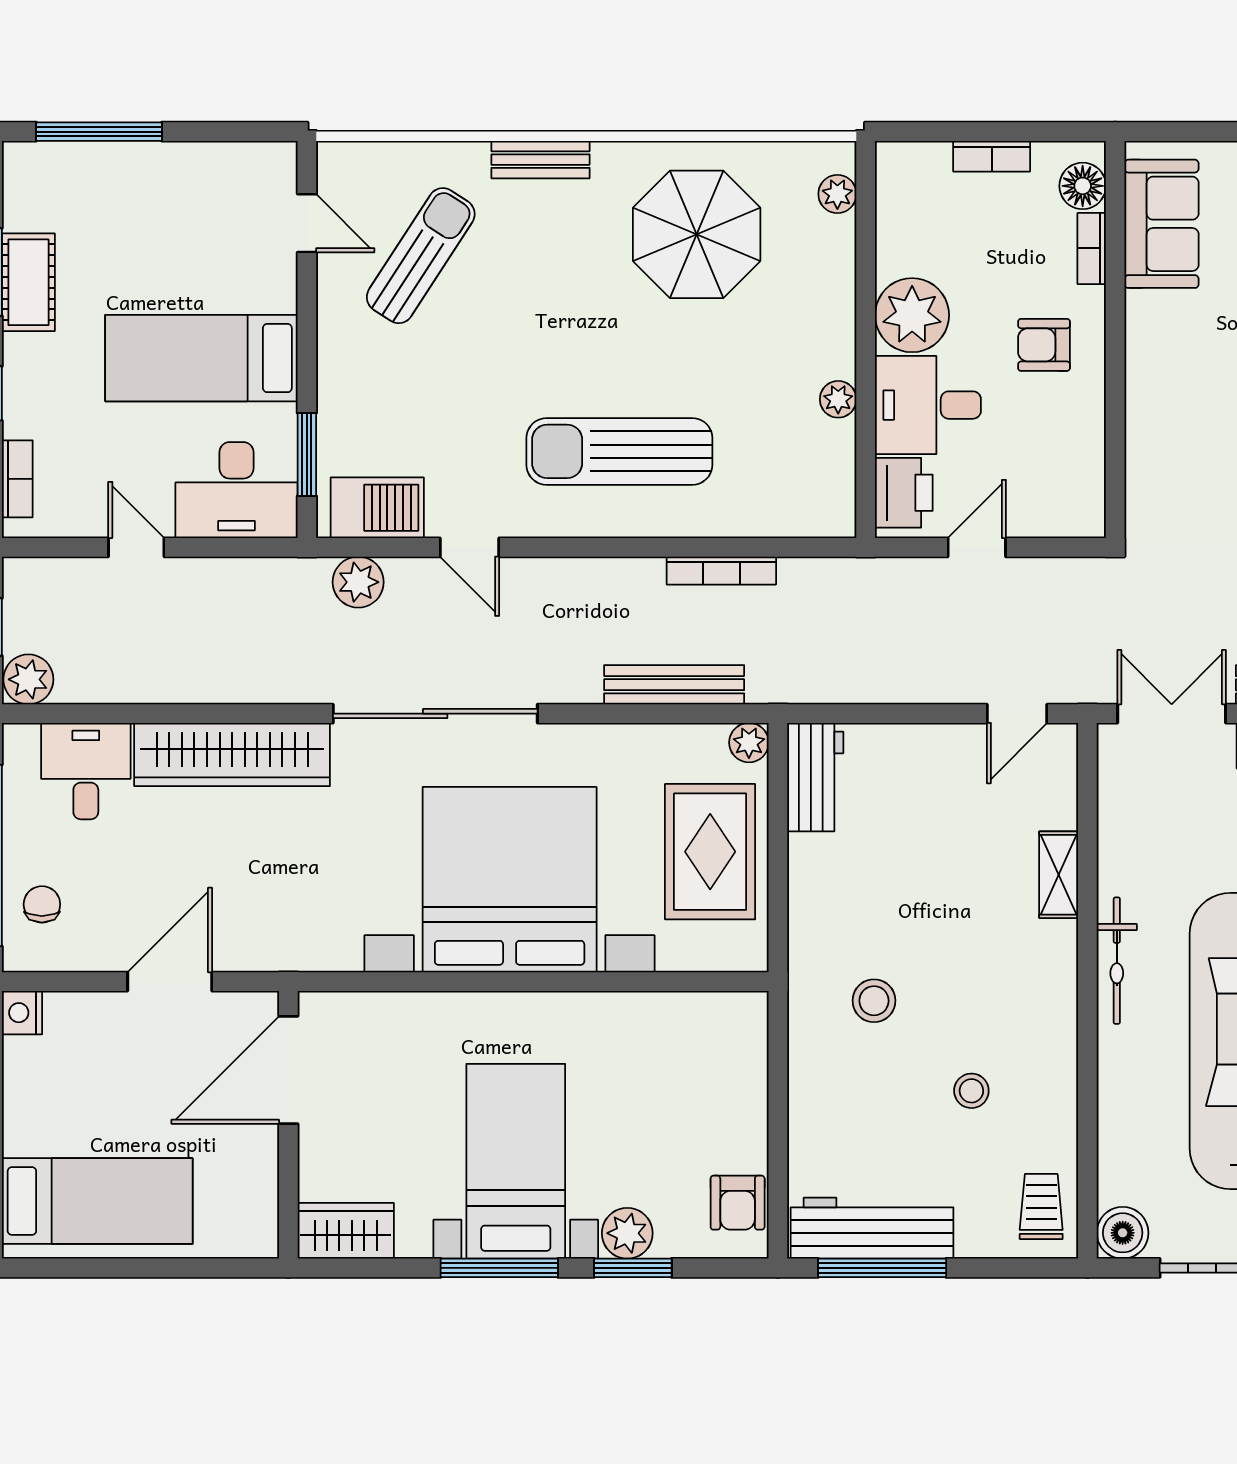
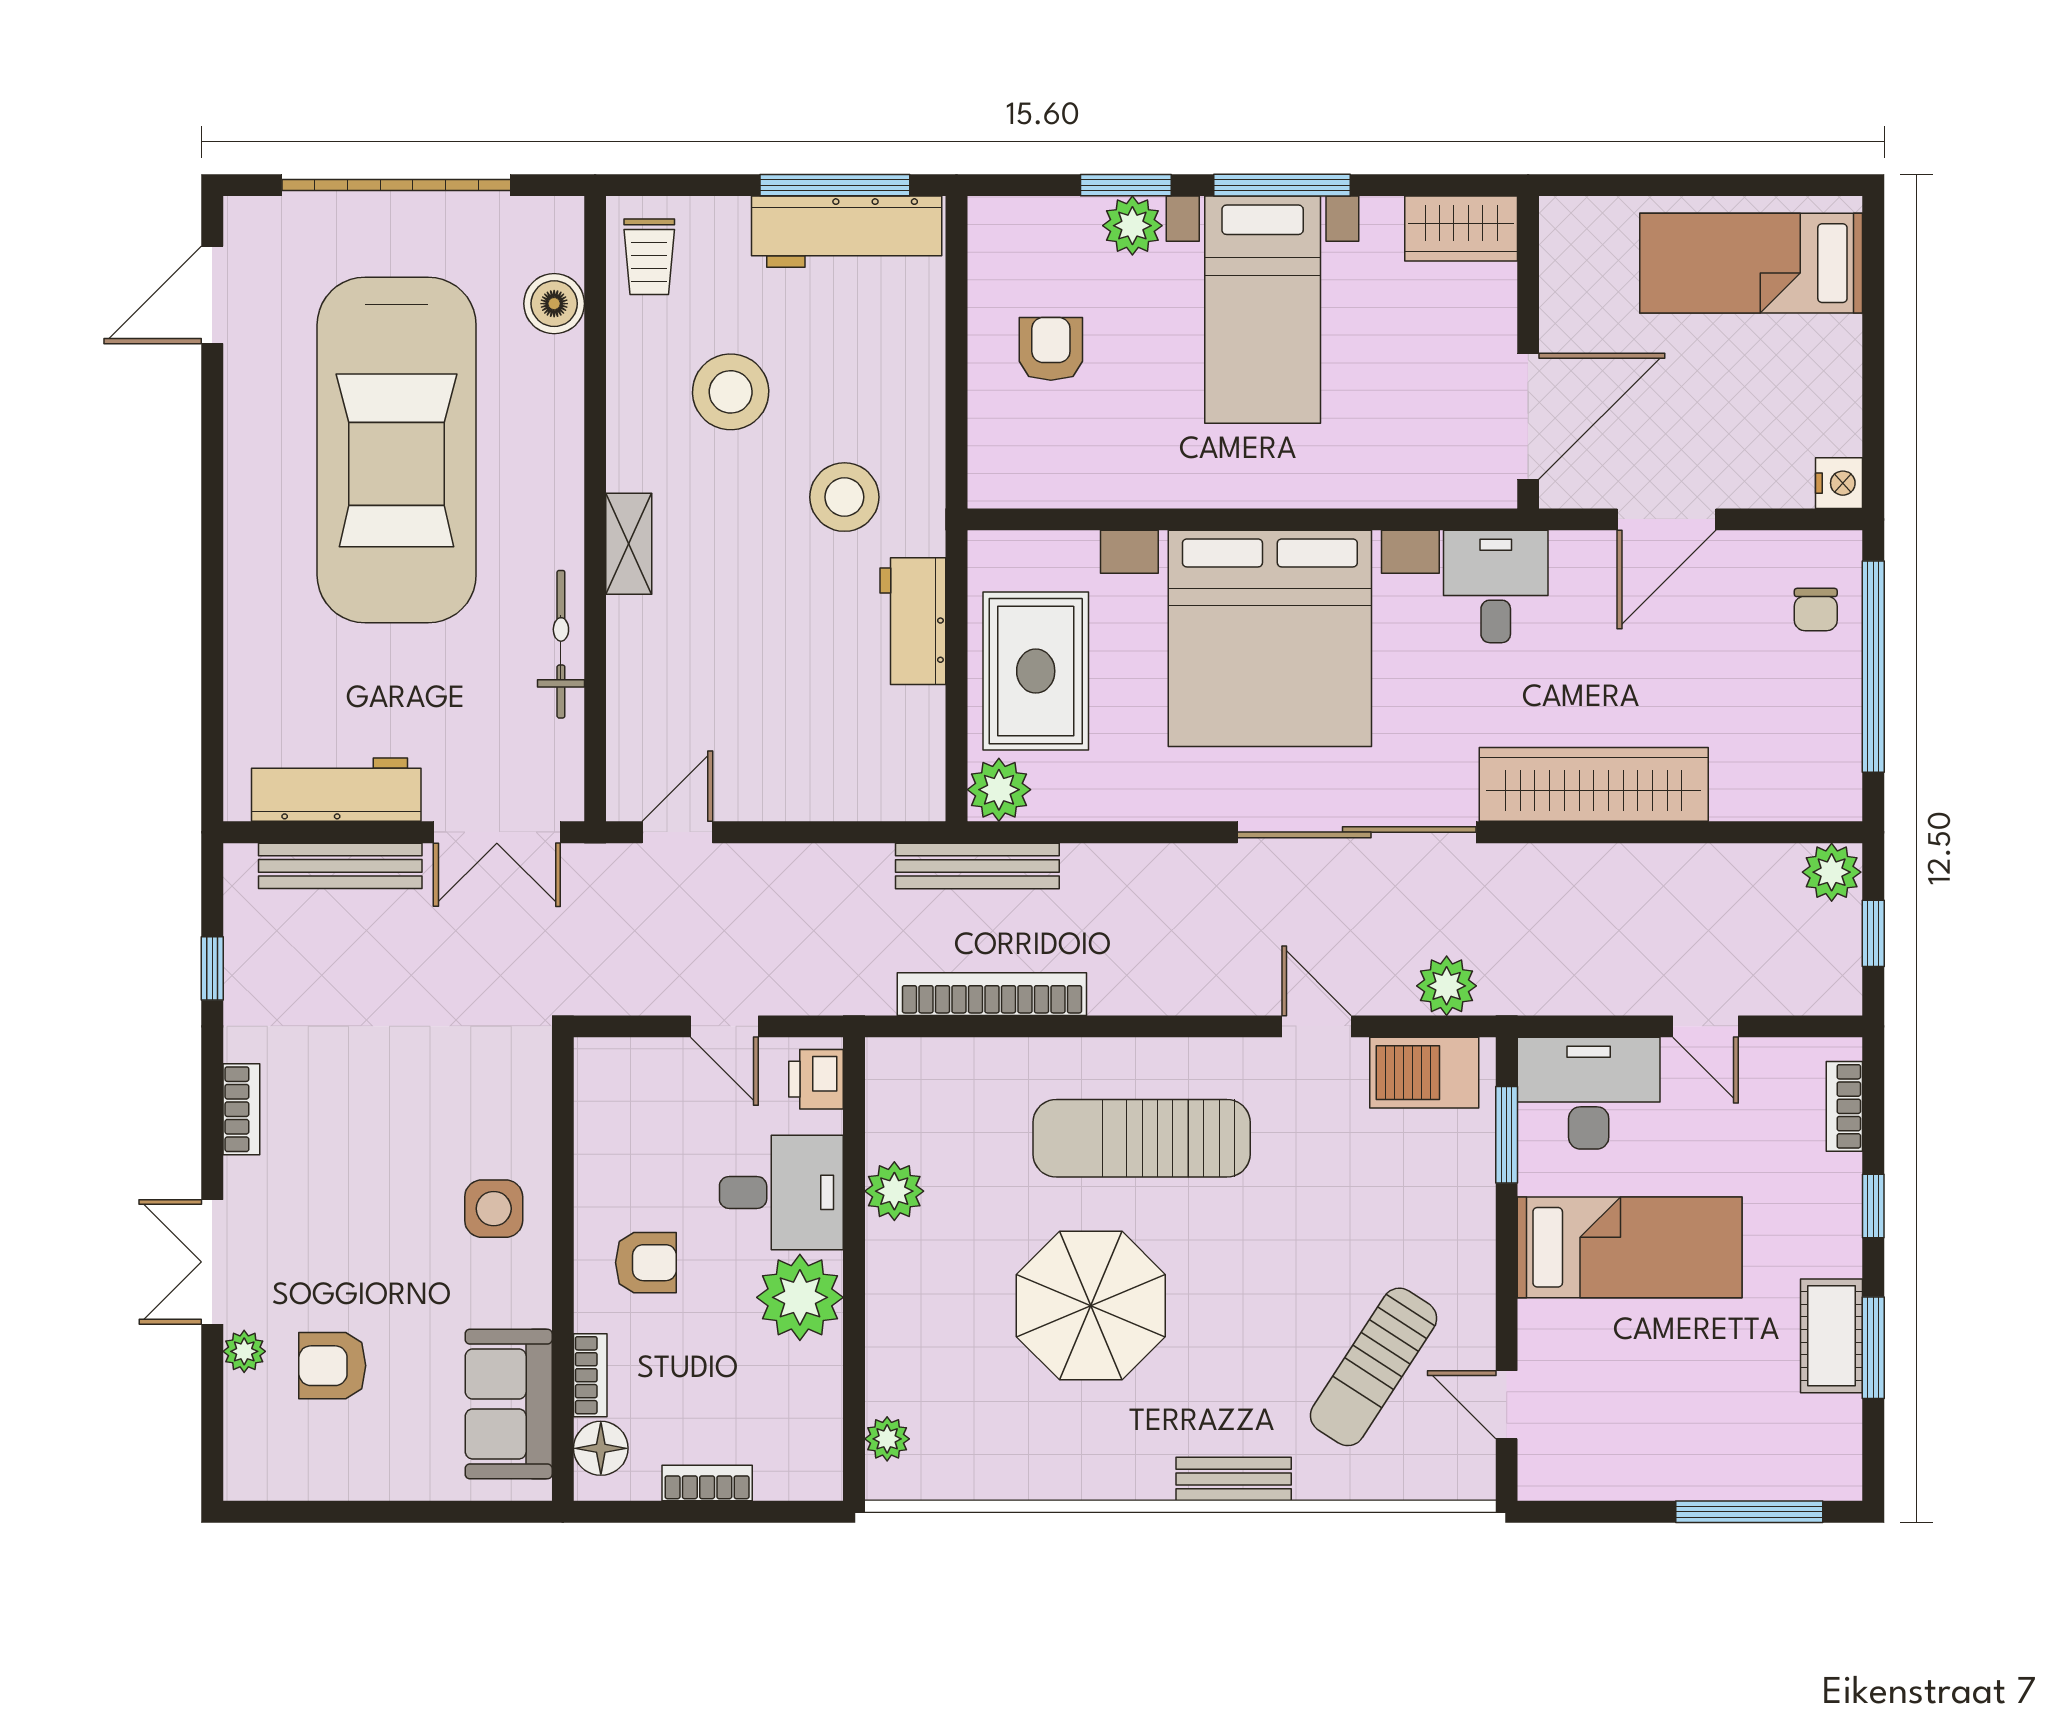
parasol: (697, 234) -> (1091, 1306), moved
side table: (1174, 391) -> (494, 1209), added
plant: (838, 399) -> (894, 1191), width x1.38, depth x1.38
sun lounger: (619, 451) -> (1142, 1138), turned 180
printer: (904, 493) -> (816, 1079), width x0.73, depth x0.81
door: (977, 547) -> (724, 1026), hinge flipped
bookcase: (721, 571) -> (992, 994), width x1.48, depth x1.31
bench: (674, 685) -> (977, 866), moved
plant: (749, 743) -> (999, 790), width x1.38, depth x1.38
desk: (86, 771) -> (1496, 587), moved, turned 180
workbench: (815, 777) -> (913, 621), moved
shelving: (1059, 875) -> (629, 544), moved
bicycle: (1117, 961) -> (561, 644), moved
stool: (874, 1001) -> (844, 497), width x1.38, depth x1.38
stool: (971, 1091) -> (731, 392), width x1.89, depth x1.89
armchair: (738, 1203) -> (1051, 349), moved
boiler: (1123, 1233) -> (554, 304), moved

